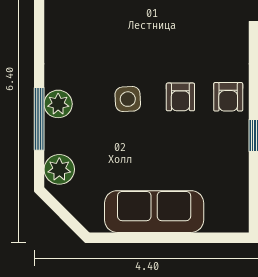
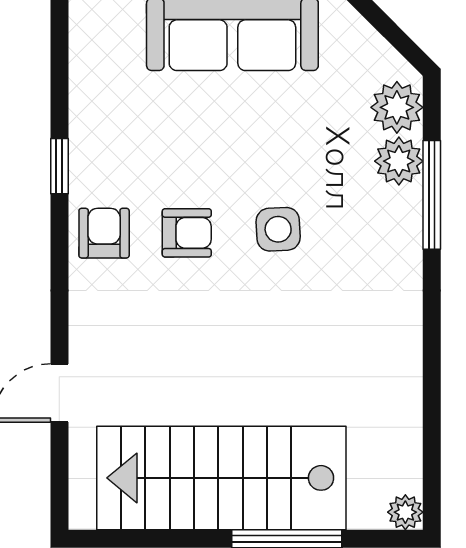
armchair: (180, 97) -> (187, 233), turned 90
plant: (58, 104) -> (399, 161), moved

